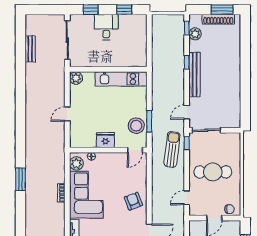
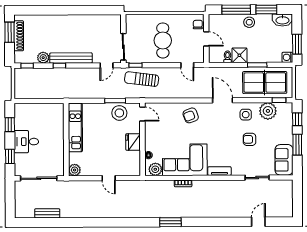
plant: (195, 34) -> (43, 58), moved
door: (187, 112) -> (106, 65), hinge flipped

